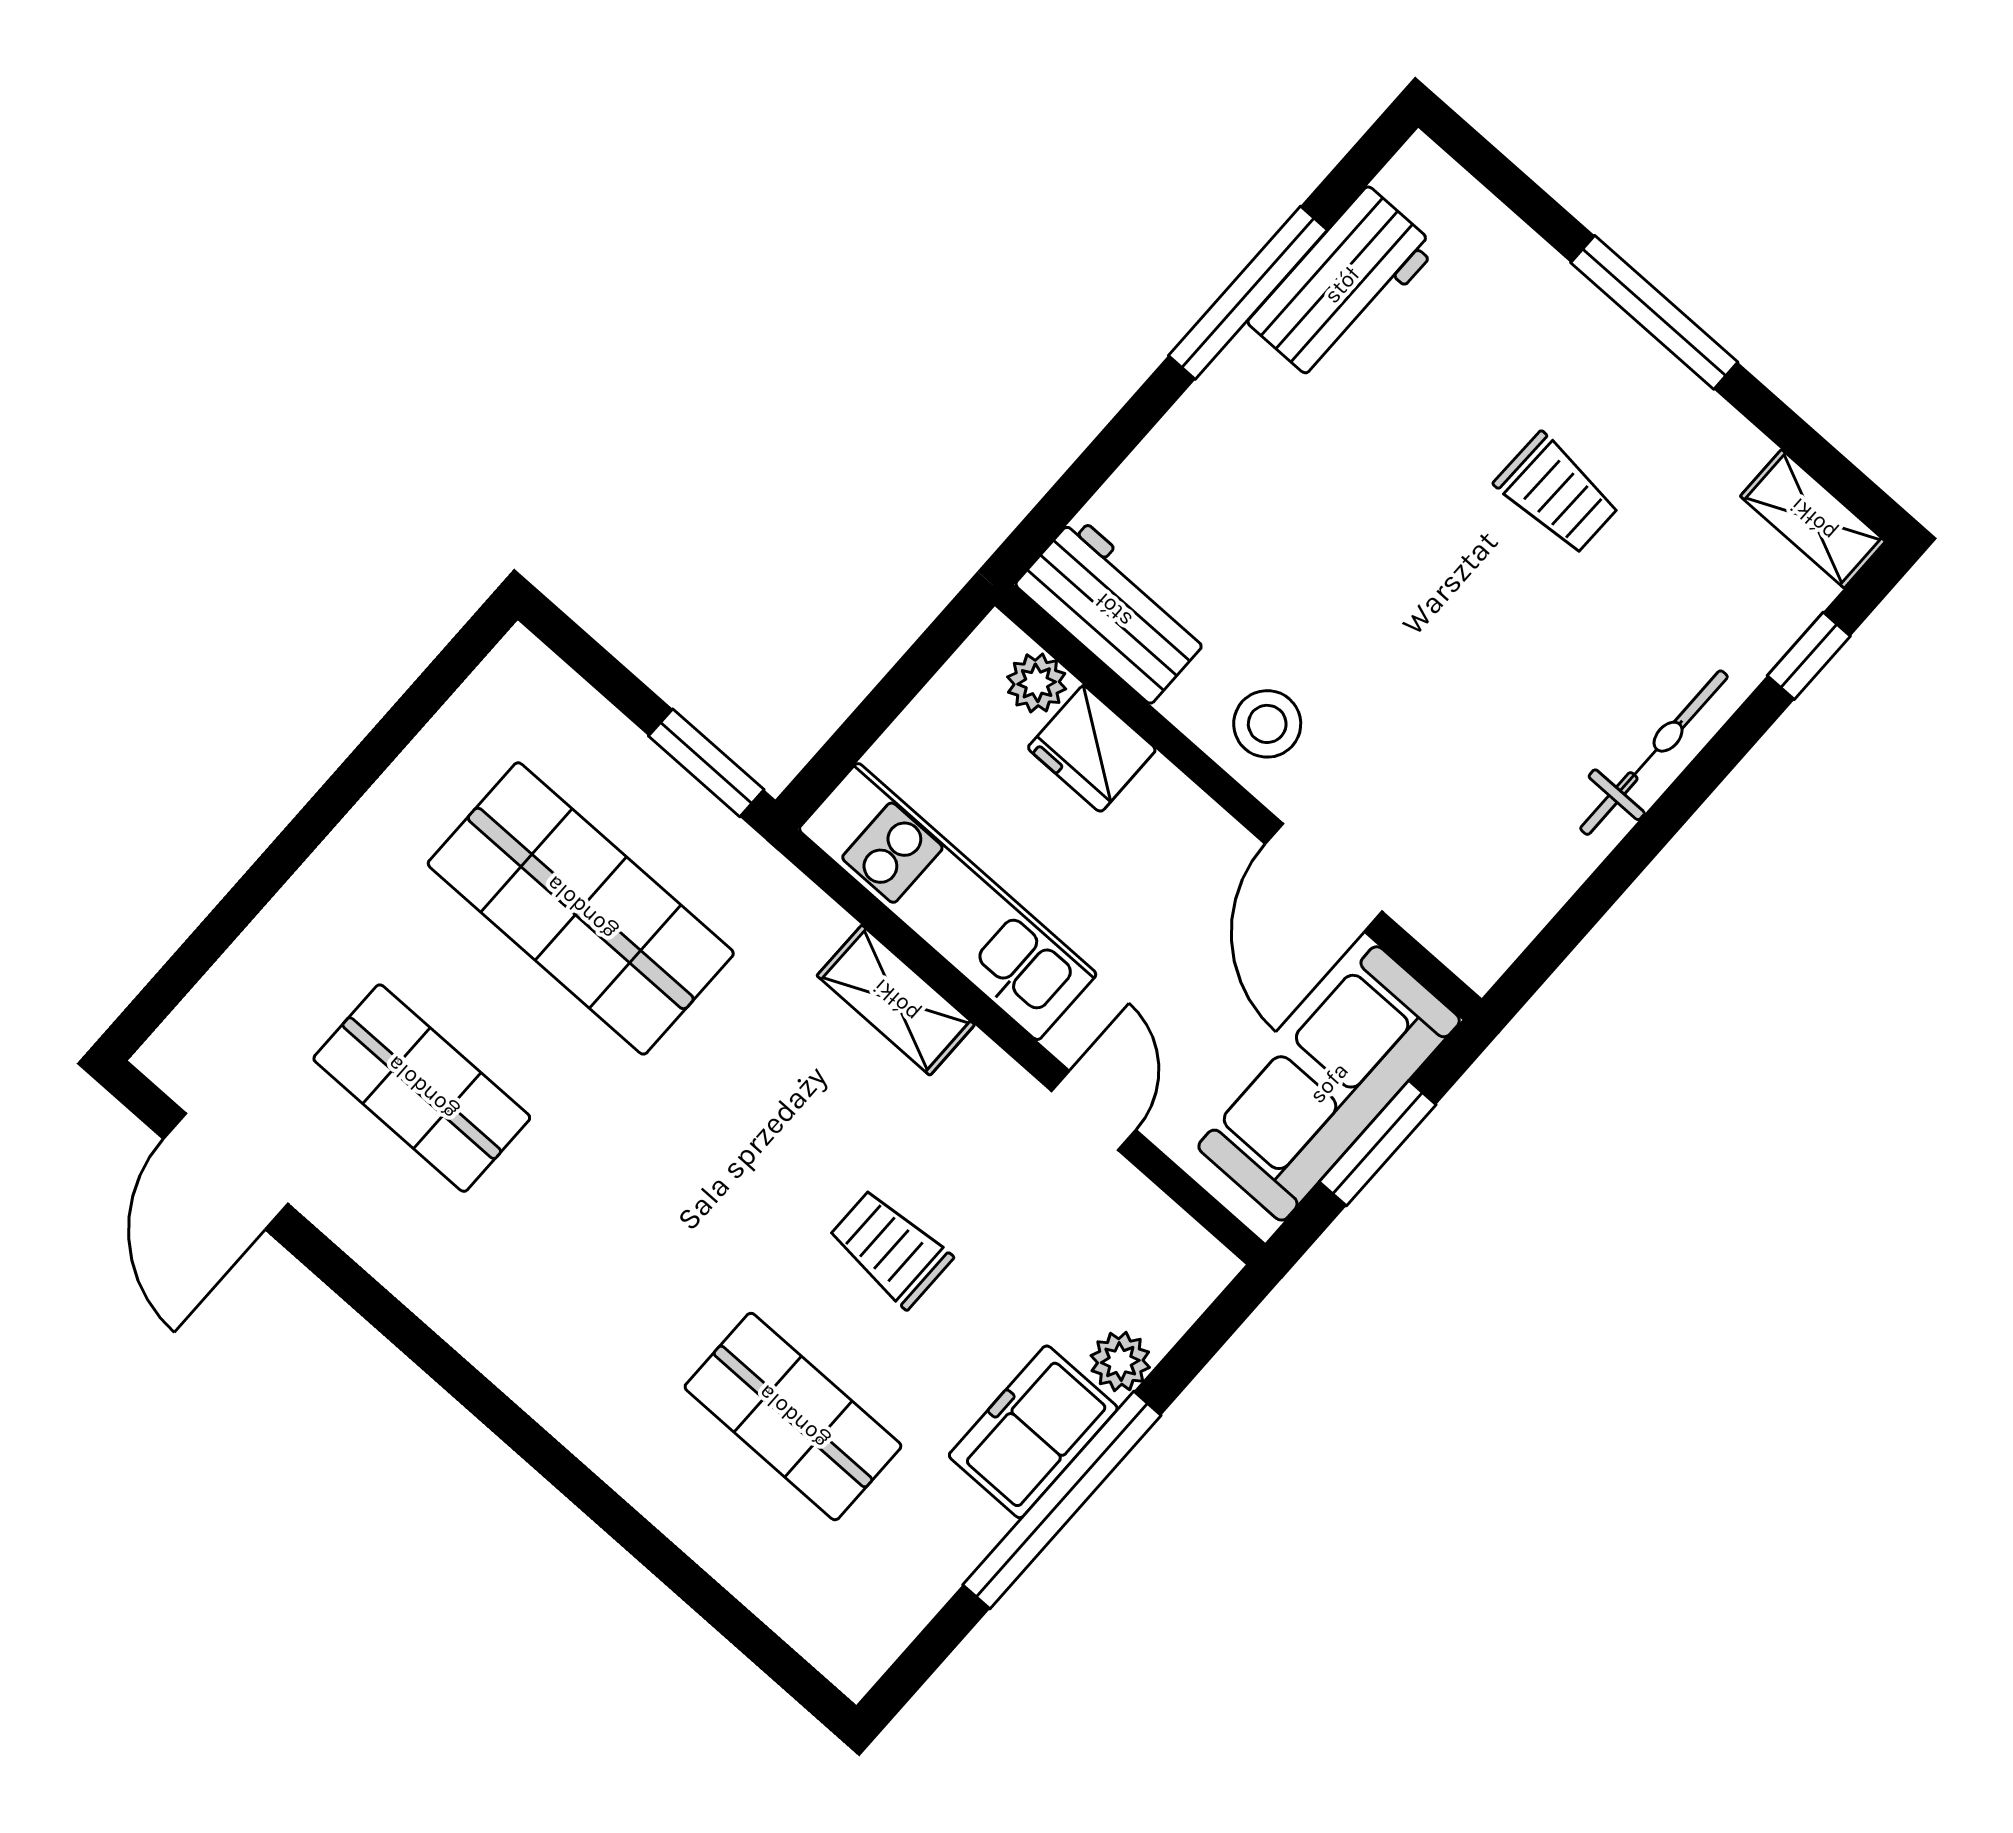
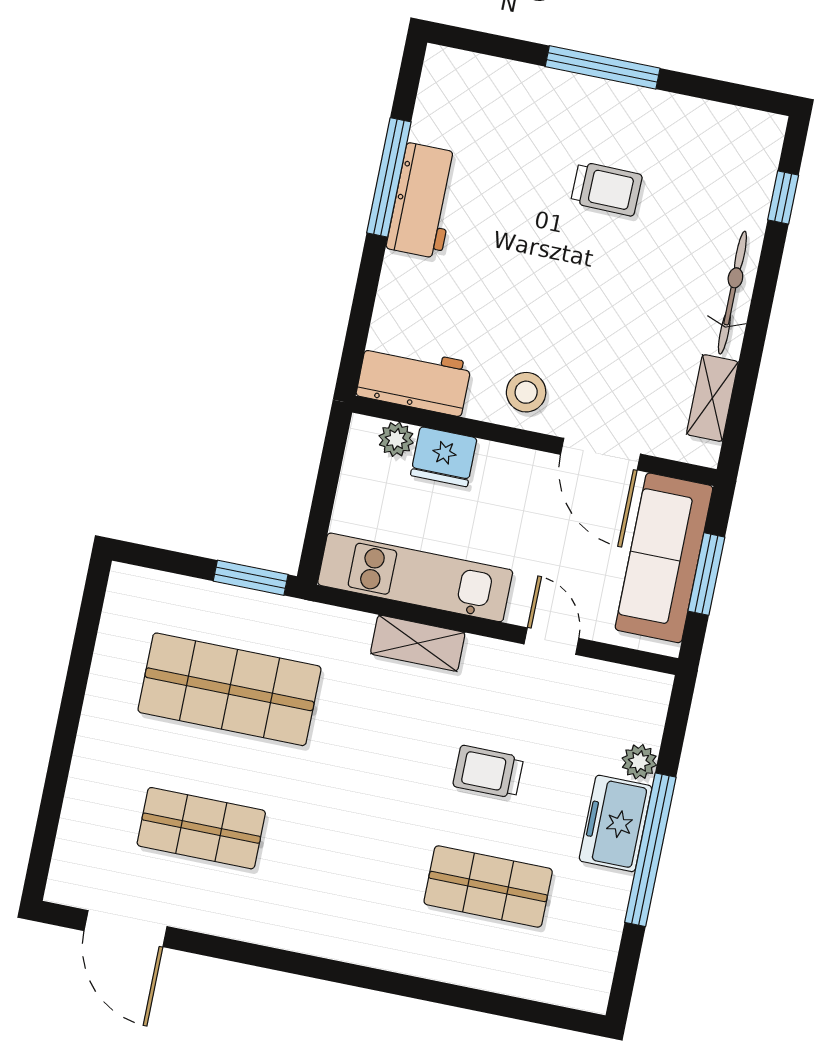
workbench: (1342, 285) -> (424, 201), moved
shelving: (1813, 519) -> (712, 398), moved, turned 90

